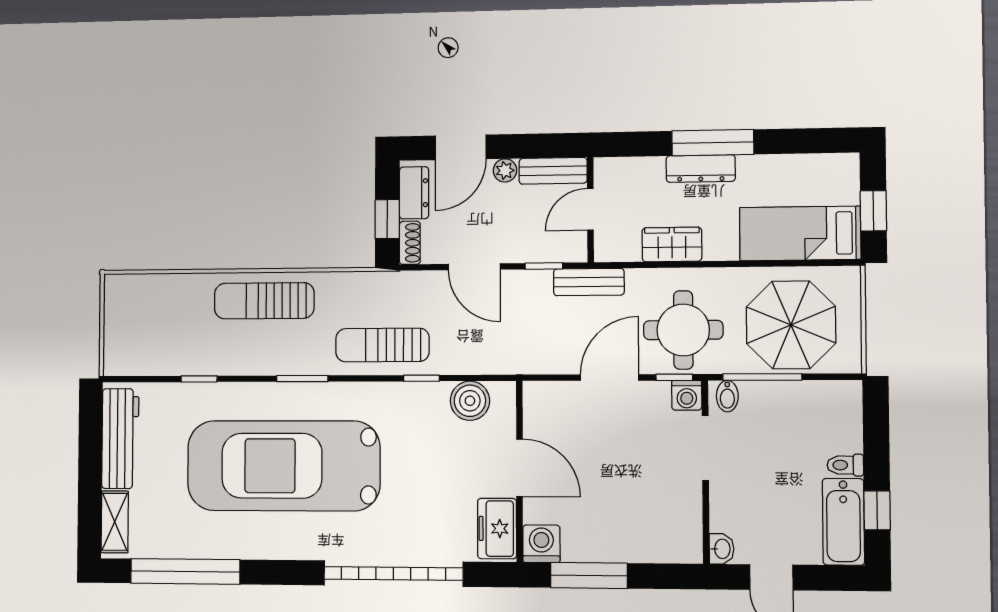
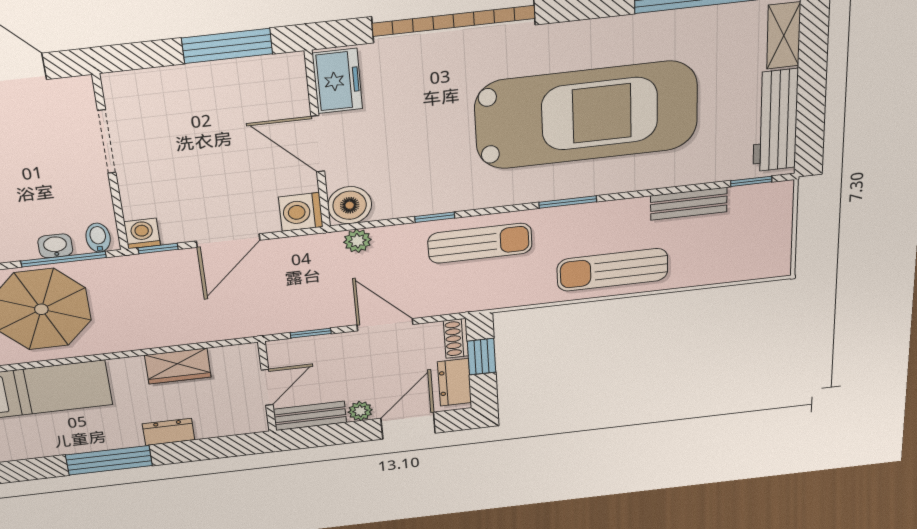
window: (713, 143) -> (109, 460), moved
dresser: (701, 169) -> (168, 432), width x0.70
bench: (589, 282) -> (689, 204), moved
sun lounger: (264, 301) -> (612, 270), turned 180
round table: (683, 330) -> (155, 292), removed
plant: (493, 362) -> (357, 241), added
window: (199, 379) -> (751, 181), moved
boiler: (470, 401) -> (350, 205), moved
doorway: (705, 448) -> (107, 142), moved
washing machine: (541, 544) -> (301, 212), moved, turned 90
washbasin: (722, 549) -> (55, 246), moved, turned 90

